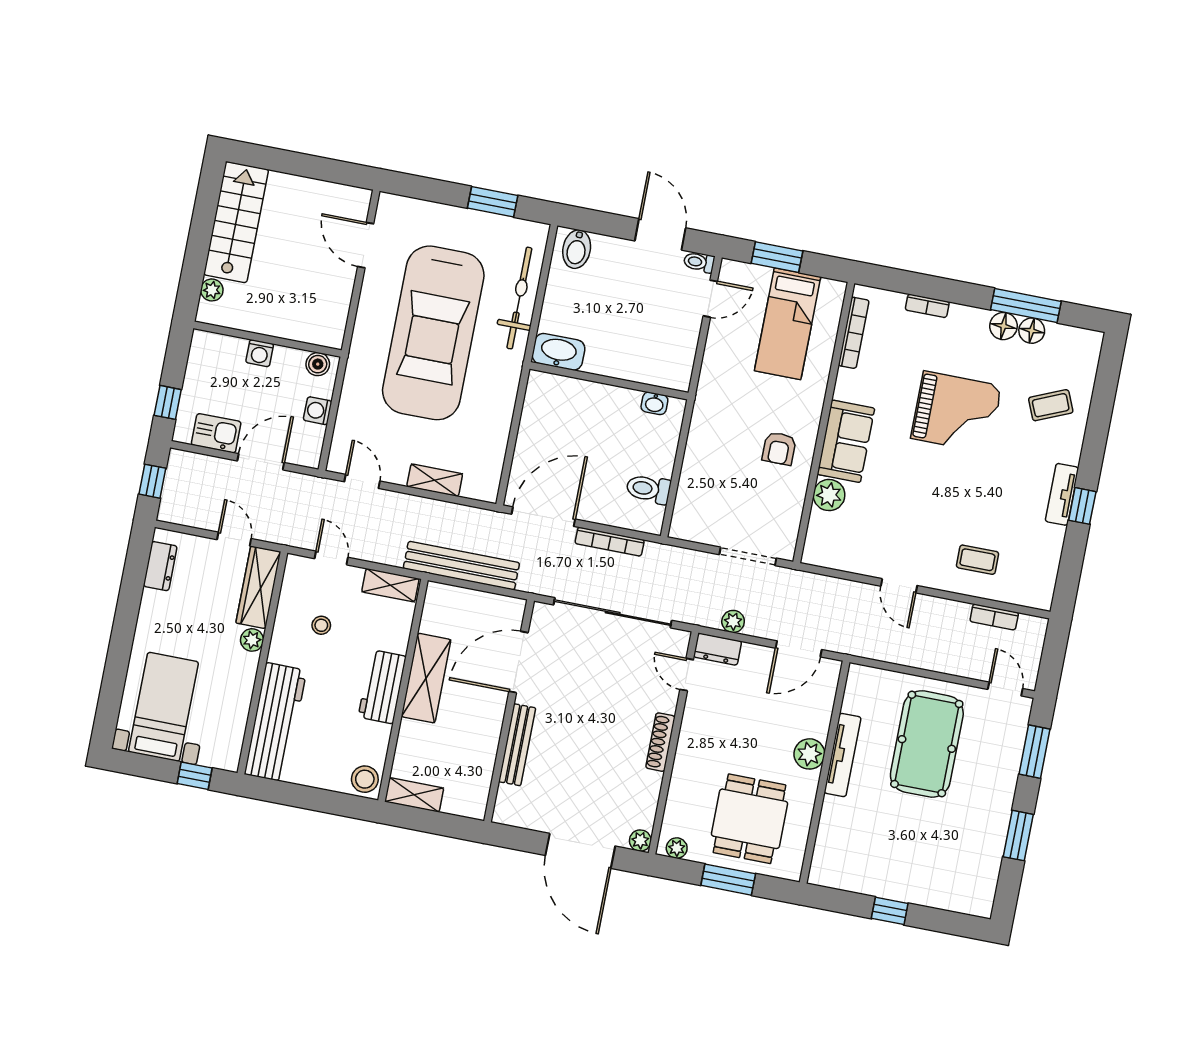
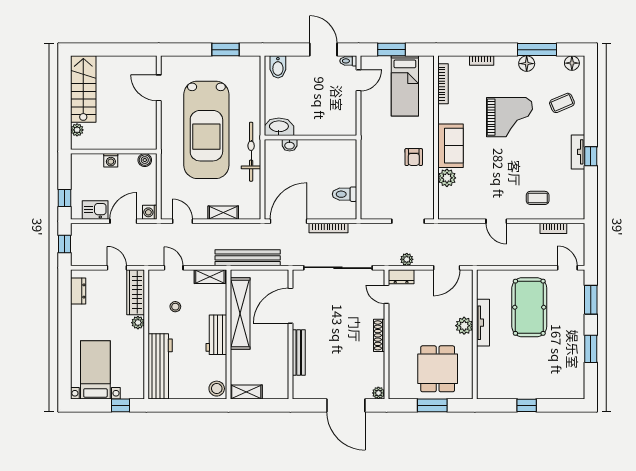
bicycle: (519, 298) -> (251, 152), moved
floor lamp: (1032, 331) -> (572, 63), moved
washbasin: (654, 403) -> (290, 145), moved
washing machine: (318, 411) -> (150, 212), moved
shelving: (426, 678) -> (240, 313), width x1.47
plant: (677, 848) -> (400, 393), removed

